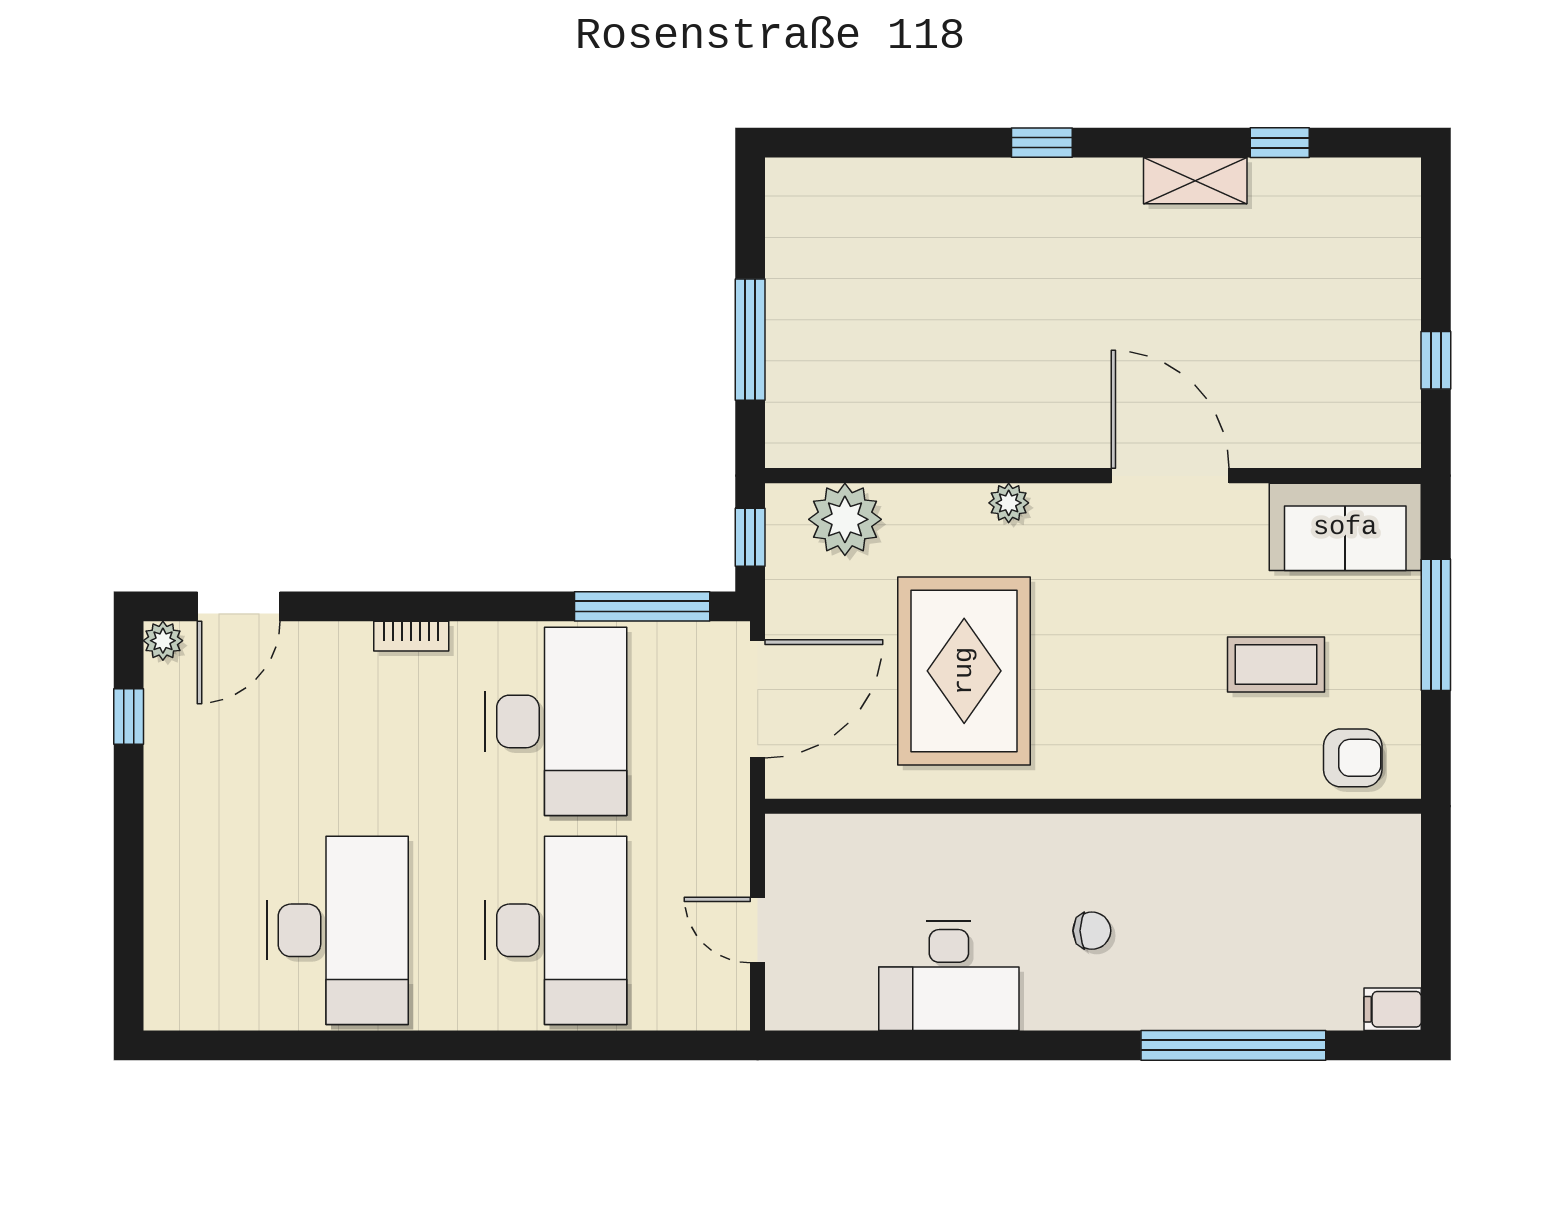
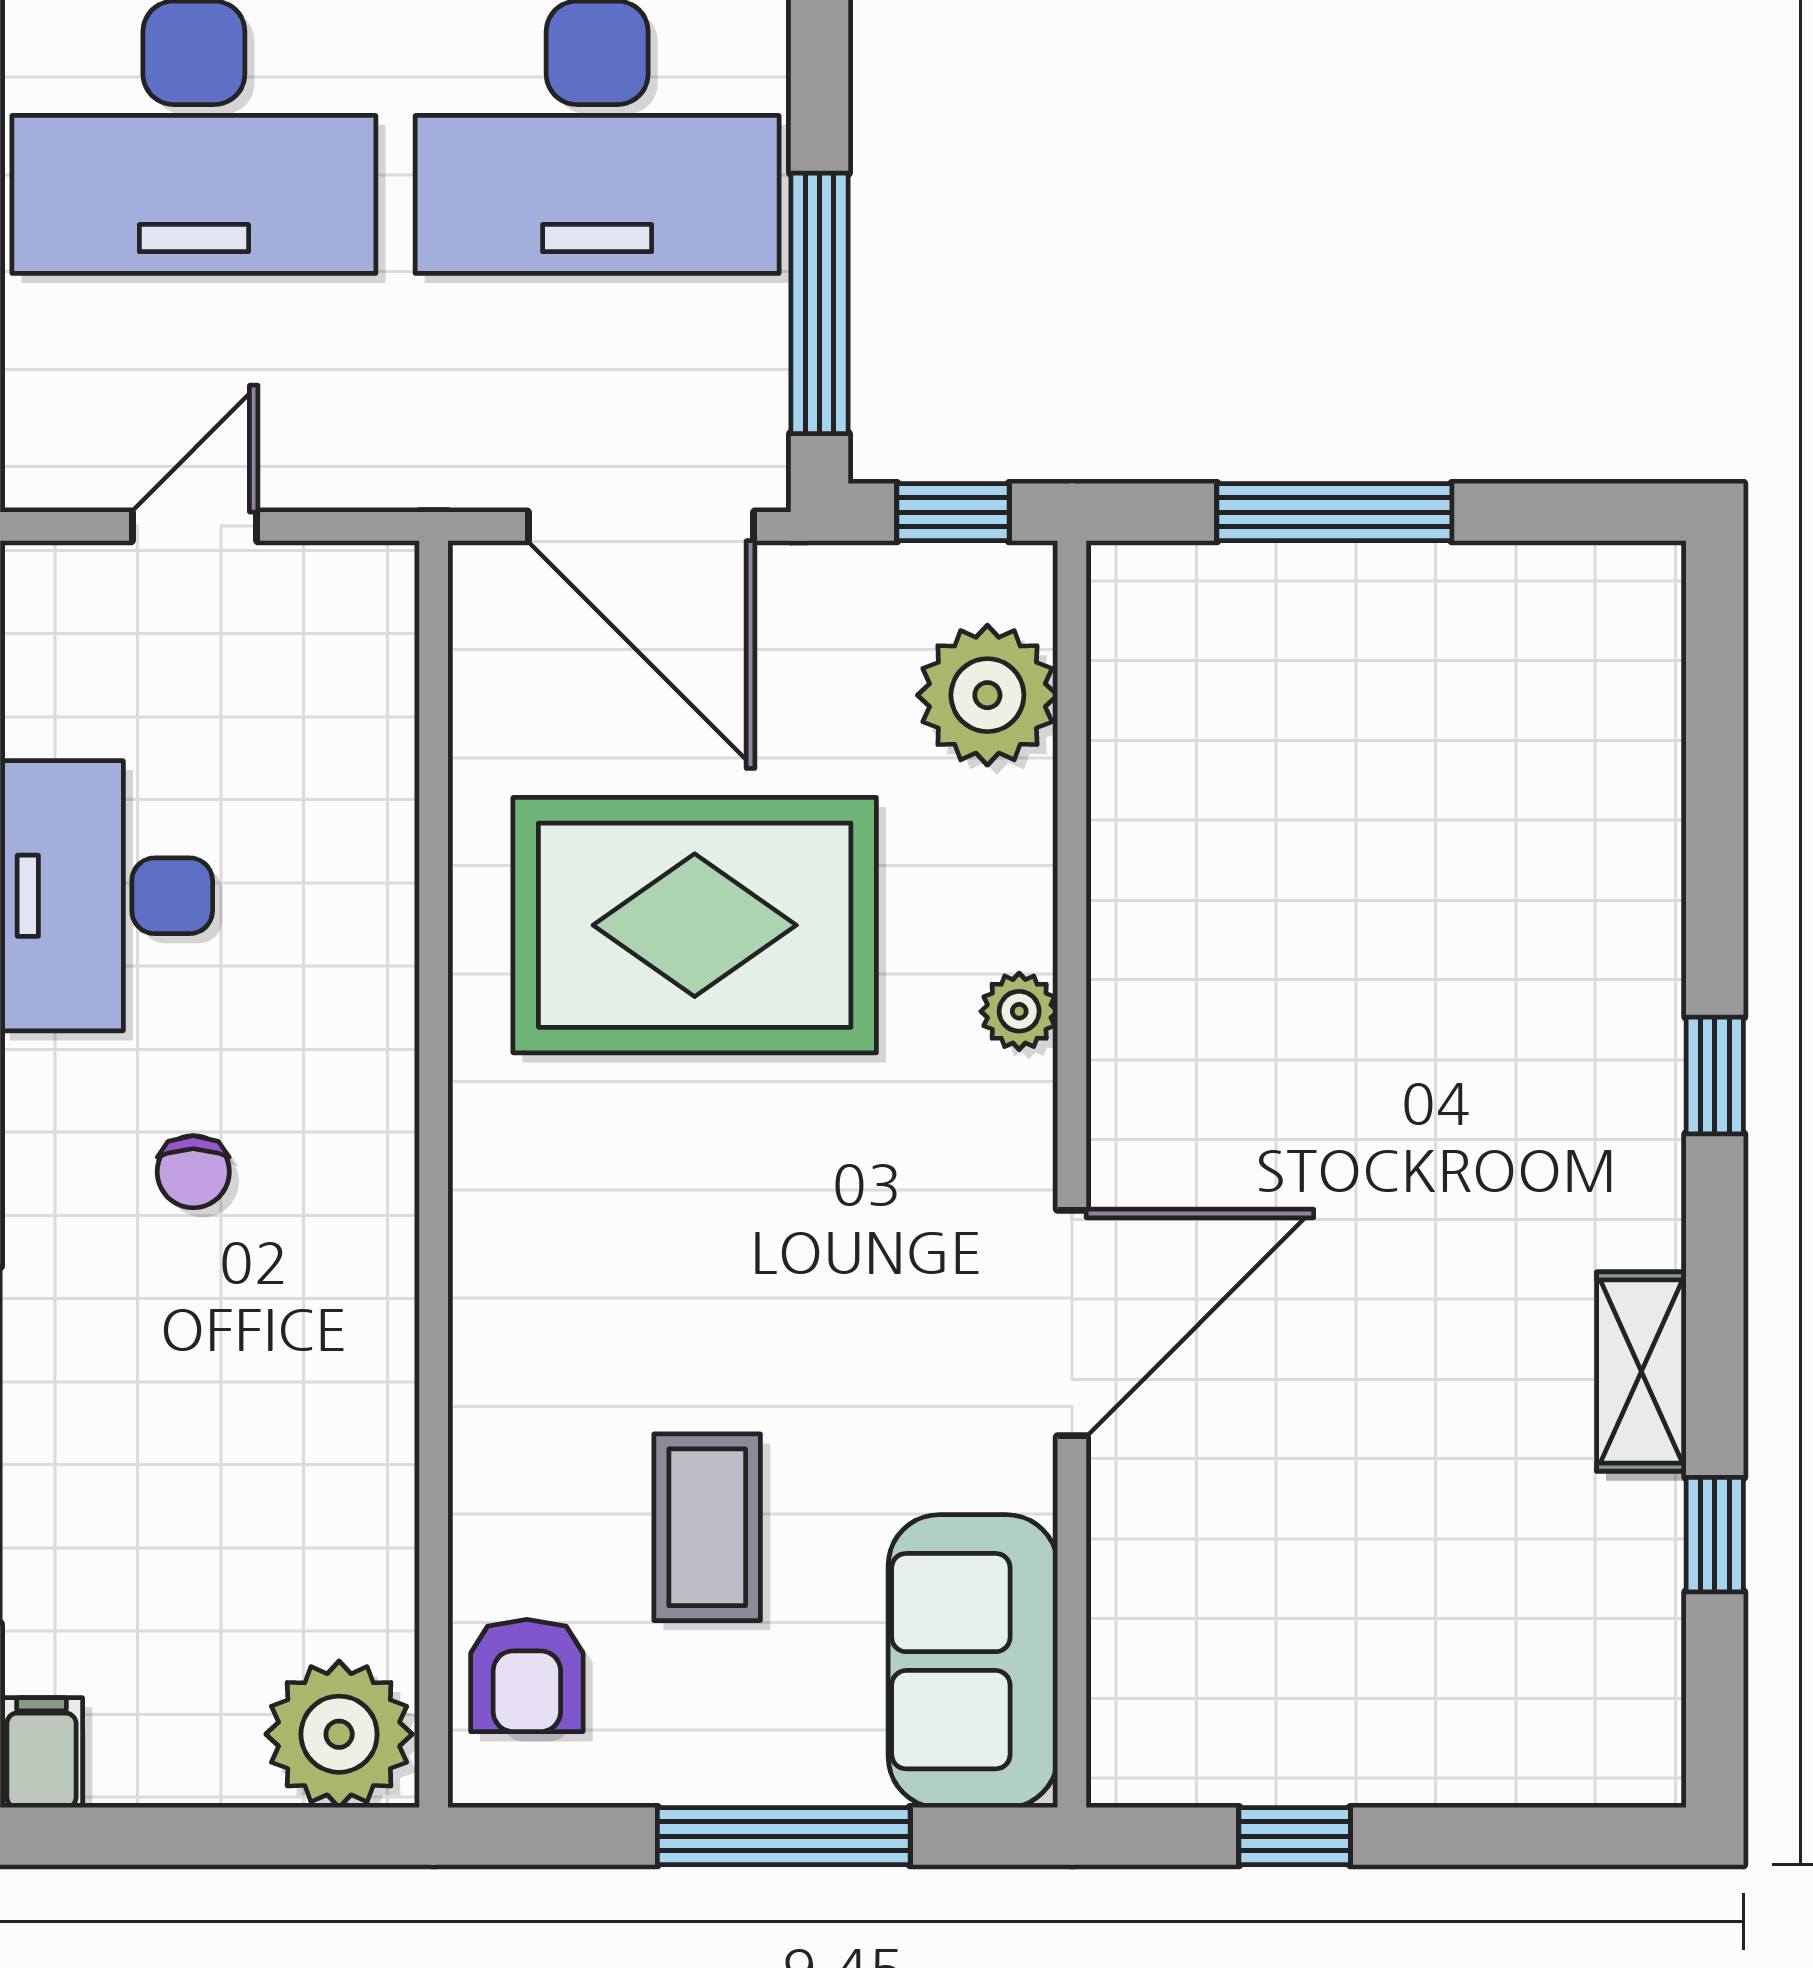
plant: (1383, 855) -> (339, 1734), added

